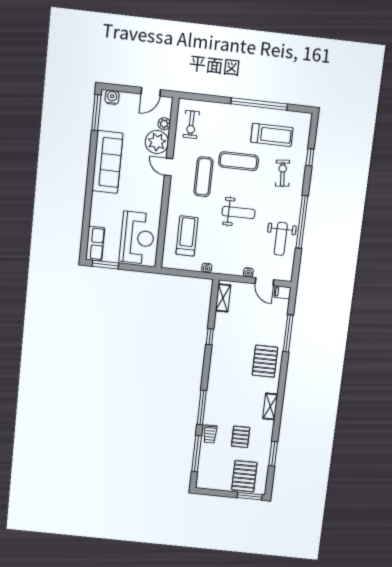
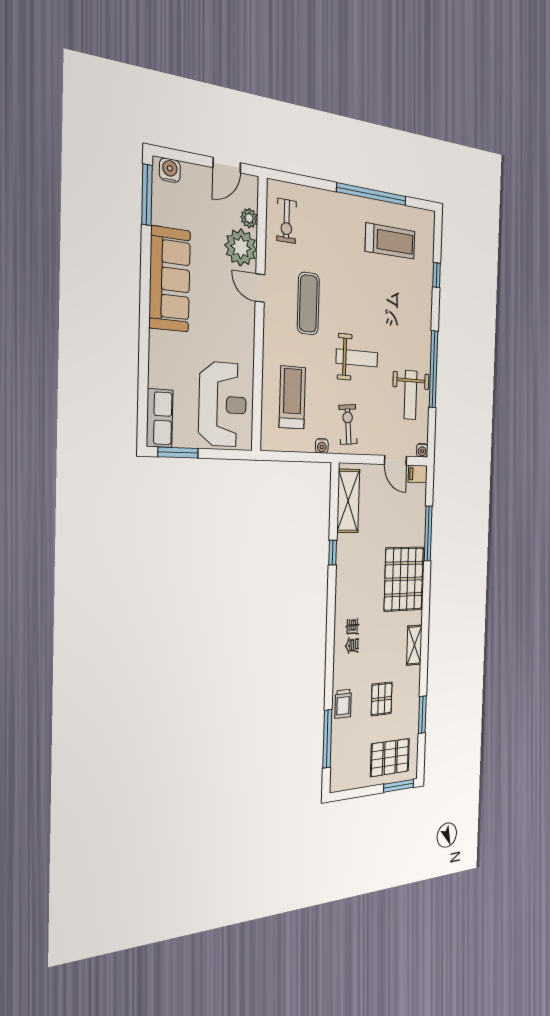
exercise mat: (239, 161) -> (352, 280), removed
exercise bike: (283, 173) -> (348, 425), moved
water cooler: (248, 273) -> (422, 450), moved
shelving: (223, 298) -> (348, 501), width x1.50, depth x1.33
pallet: (265, 361) -> (404, 579), width x1.37, depth x1.41
window: (202, 407) -> (329, 665), removed
pallet: (244, 476) -> (390, 758), turned 90

